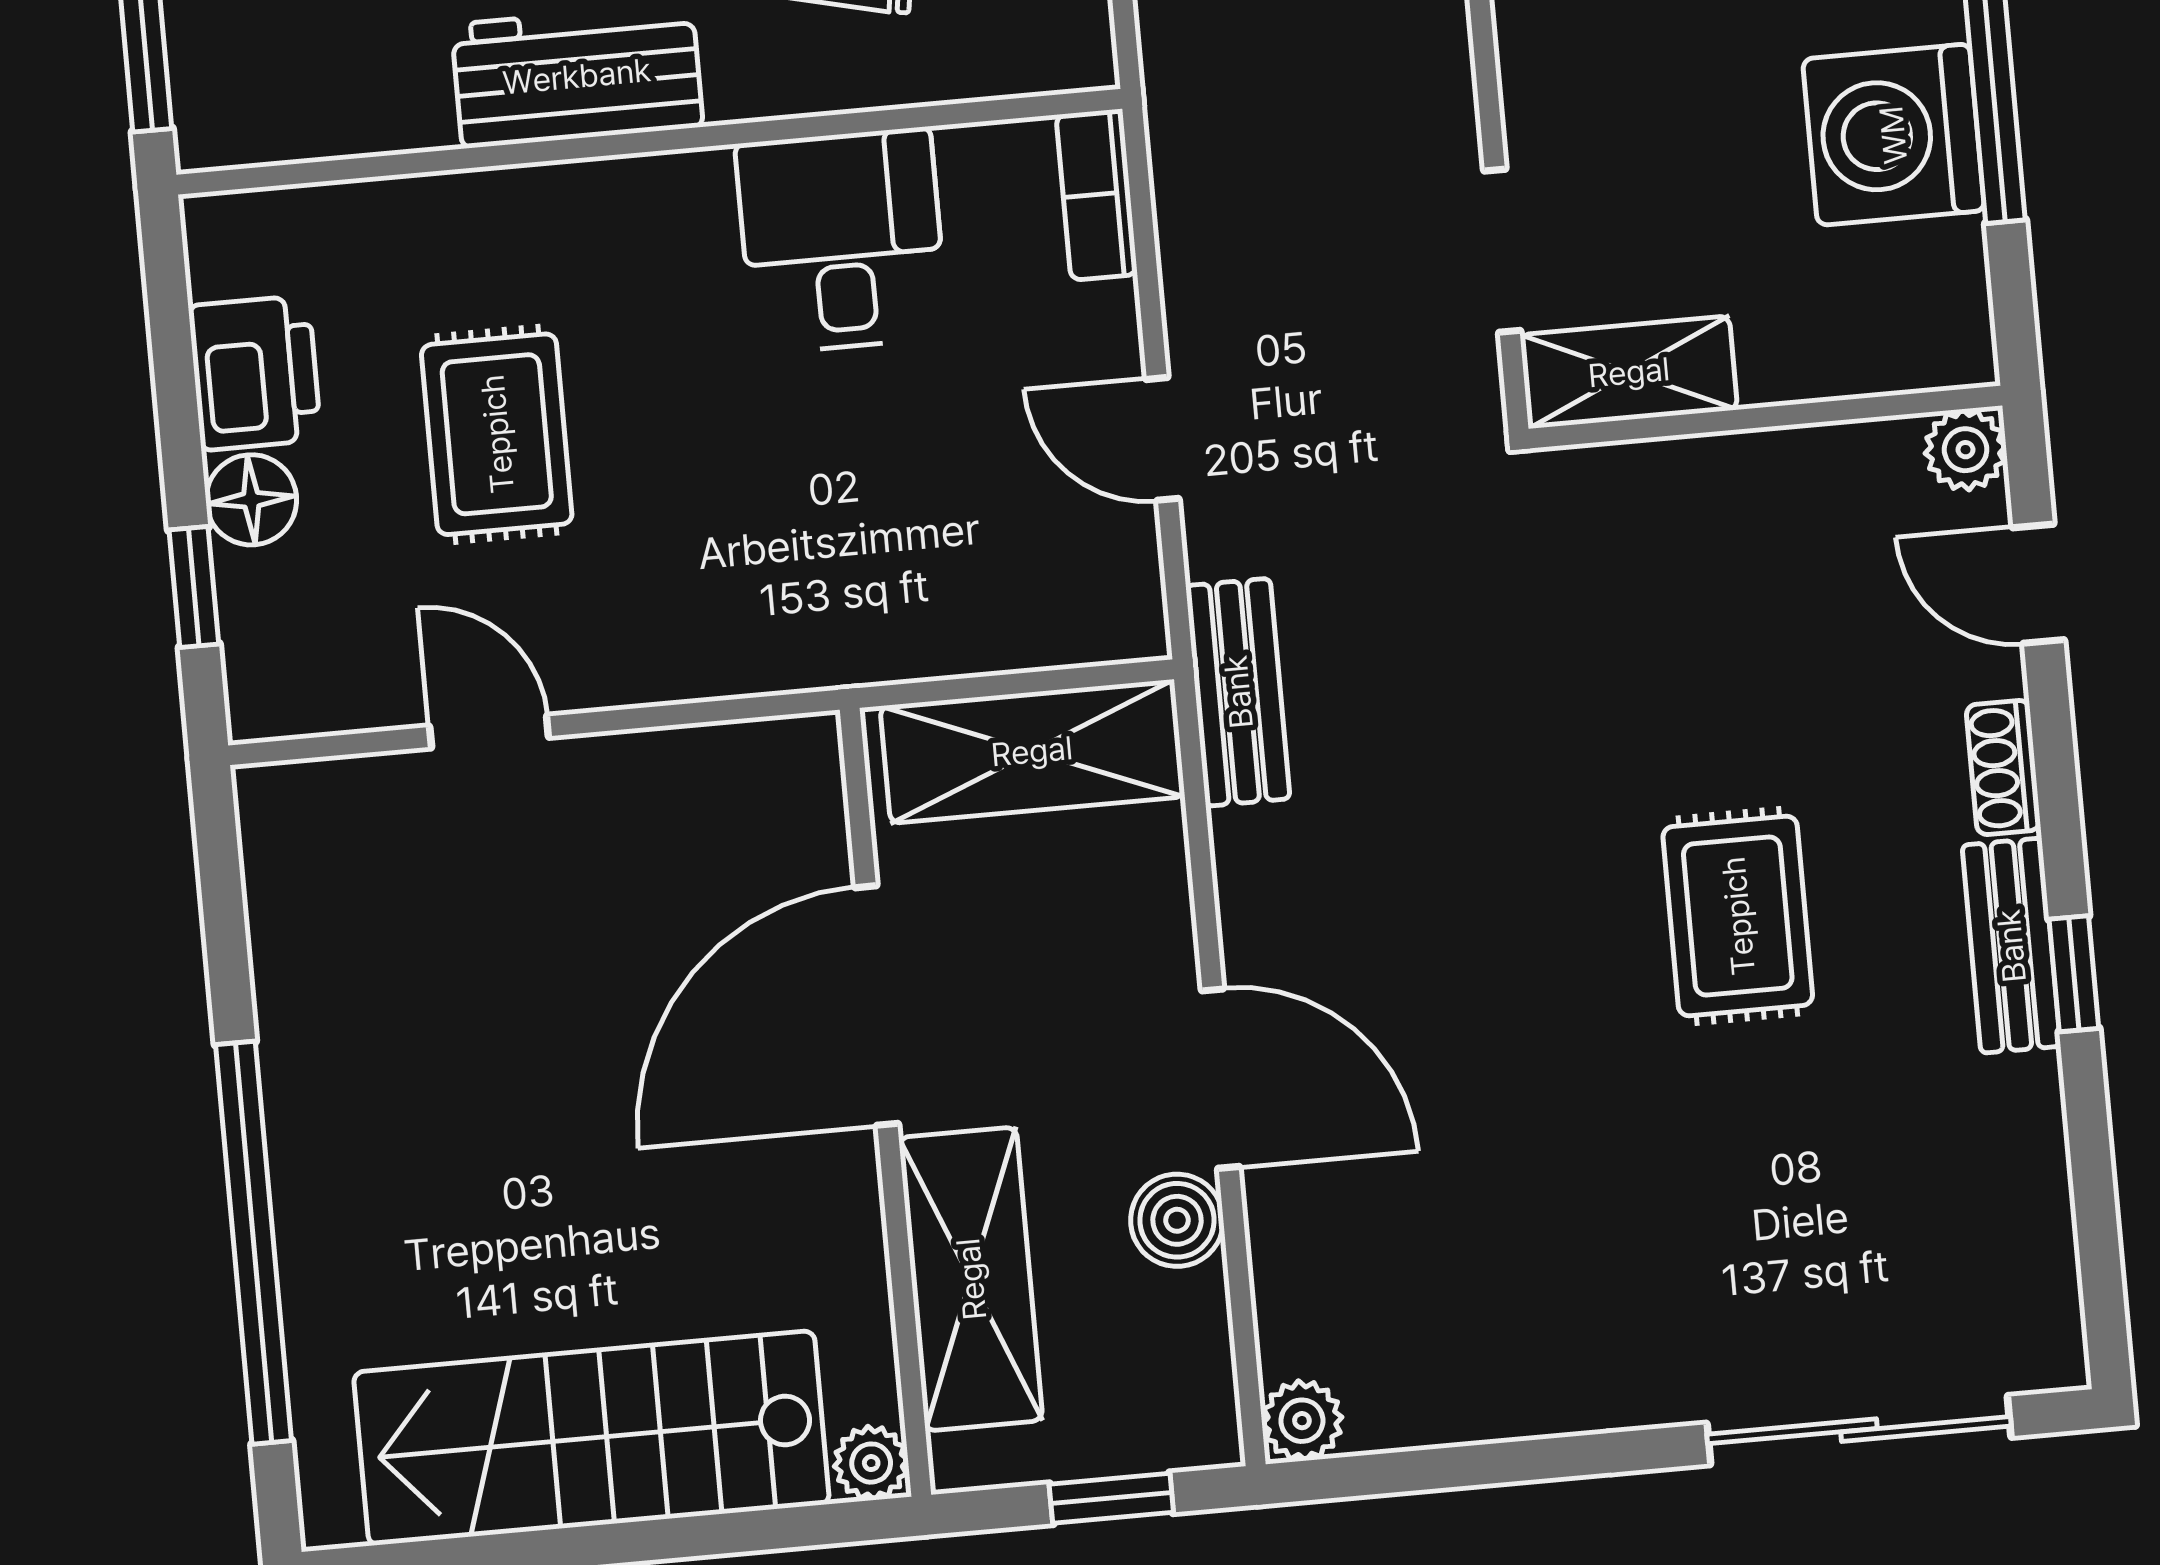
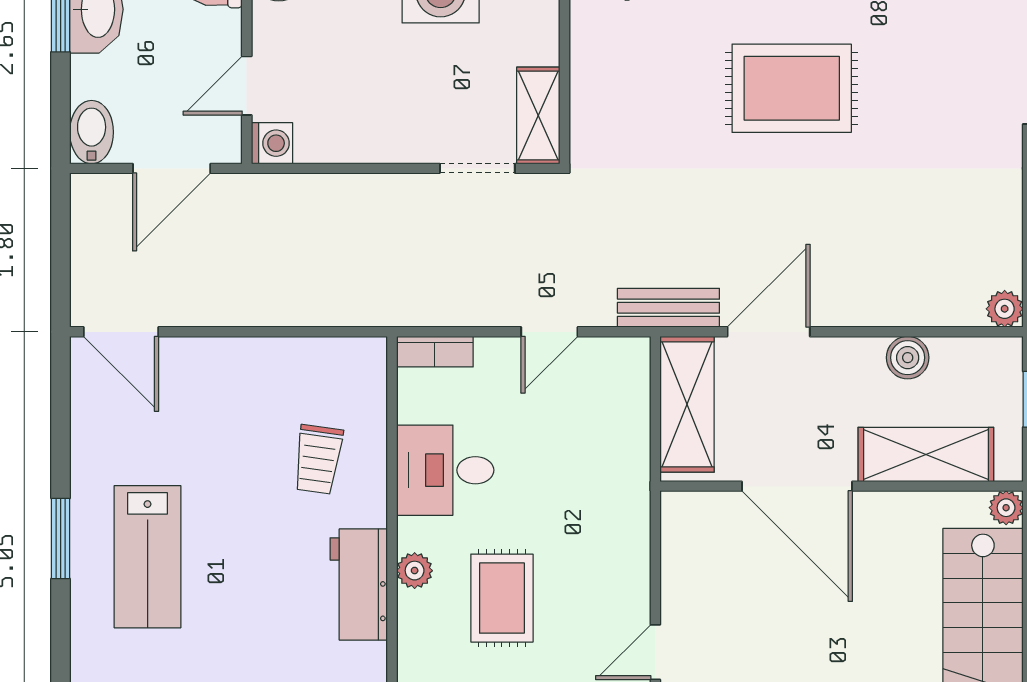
plant: (618, 194) -> (415, 571), added
rug: (497, 434) -> (502, 598), moved, turned 90
rug: (1738, 916) -> (792, 88), width x1.36, depth x1.43
door: (1221, 1079) -> (769, 332), moved

